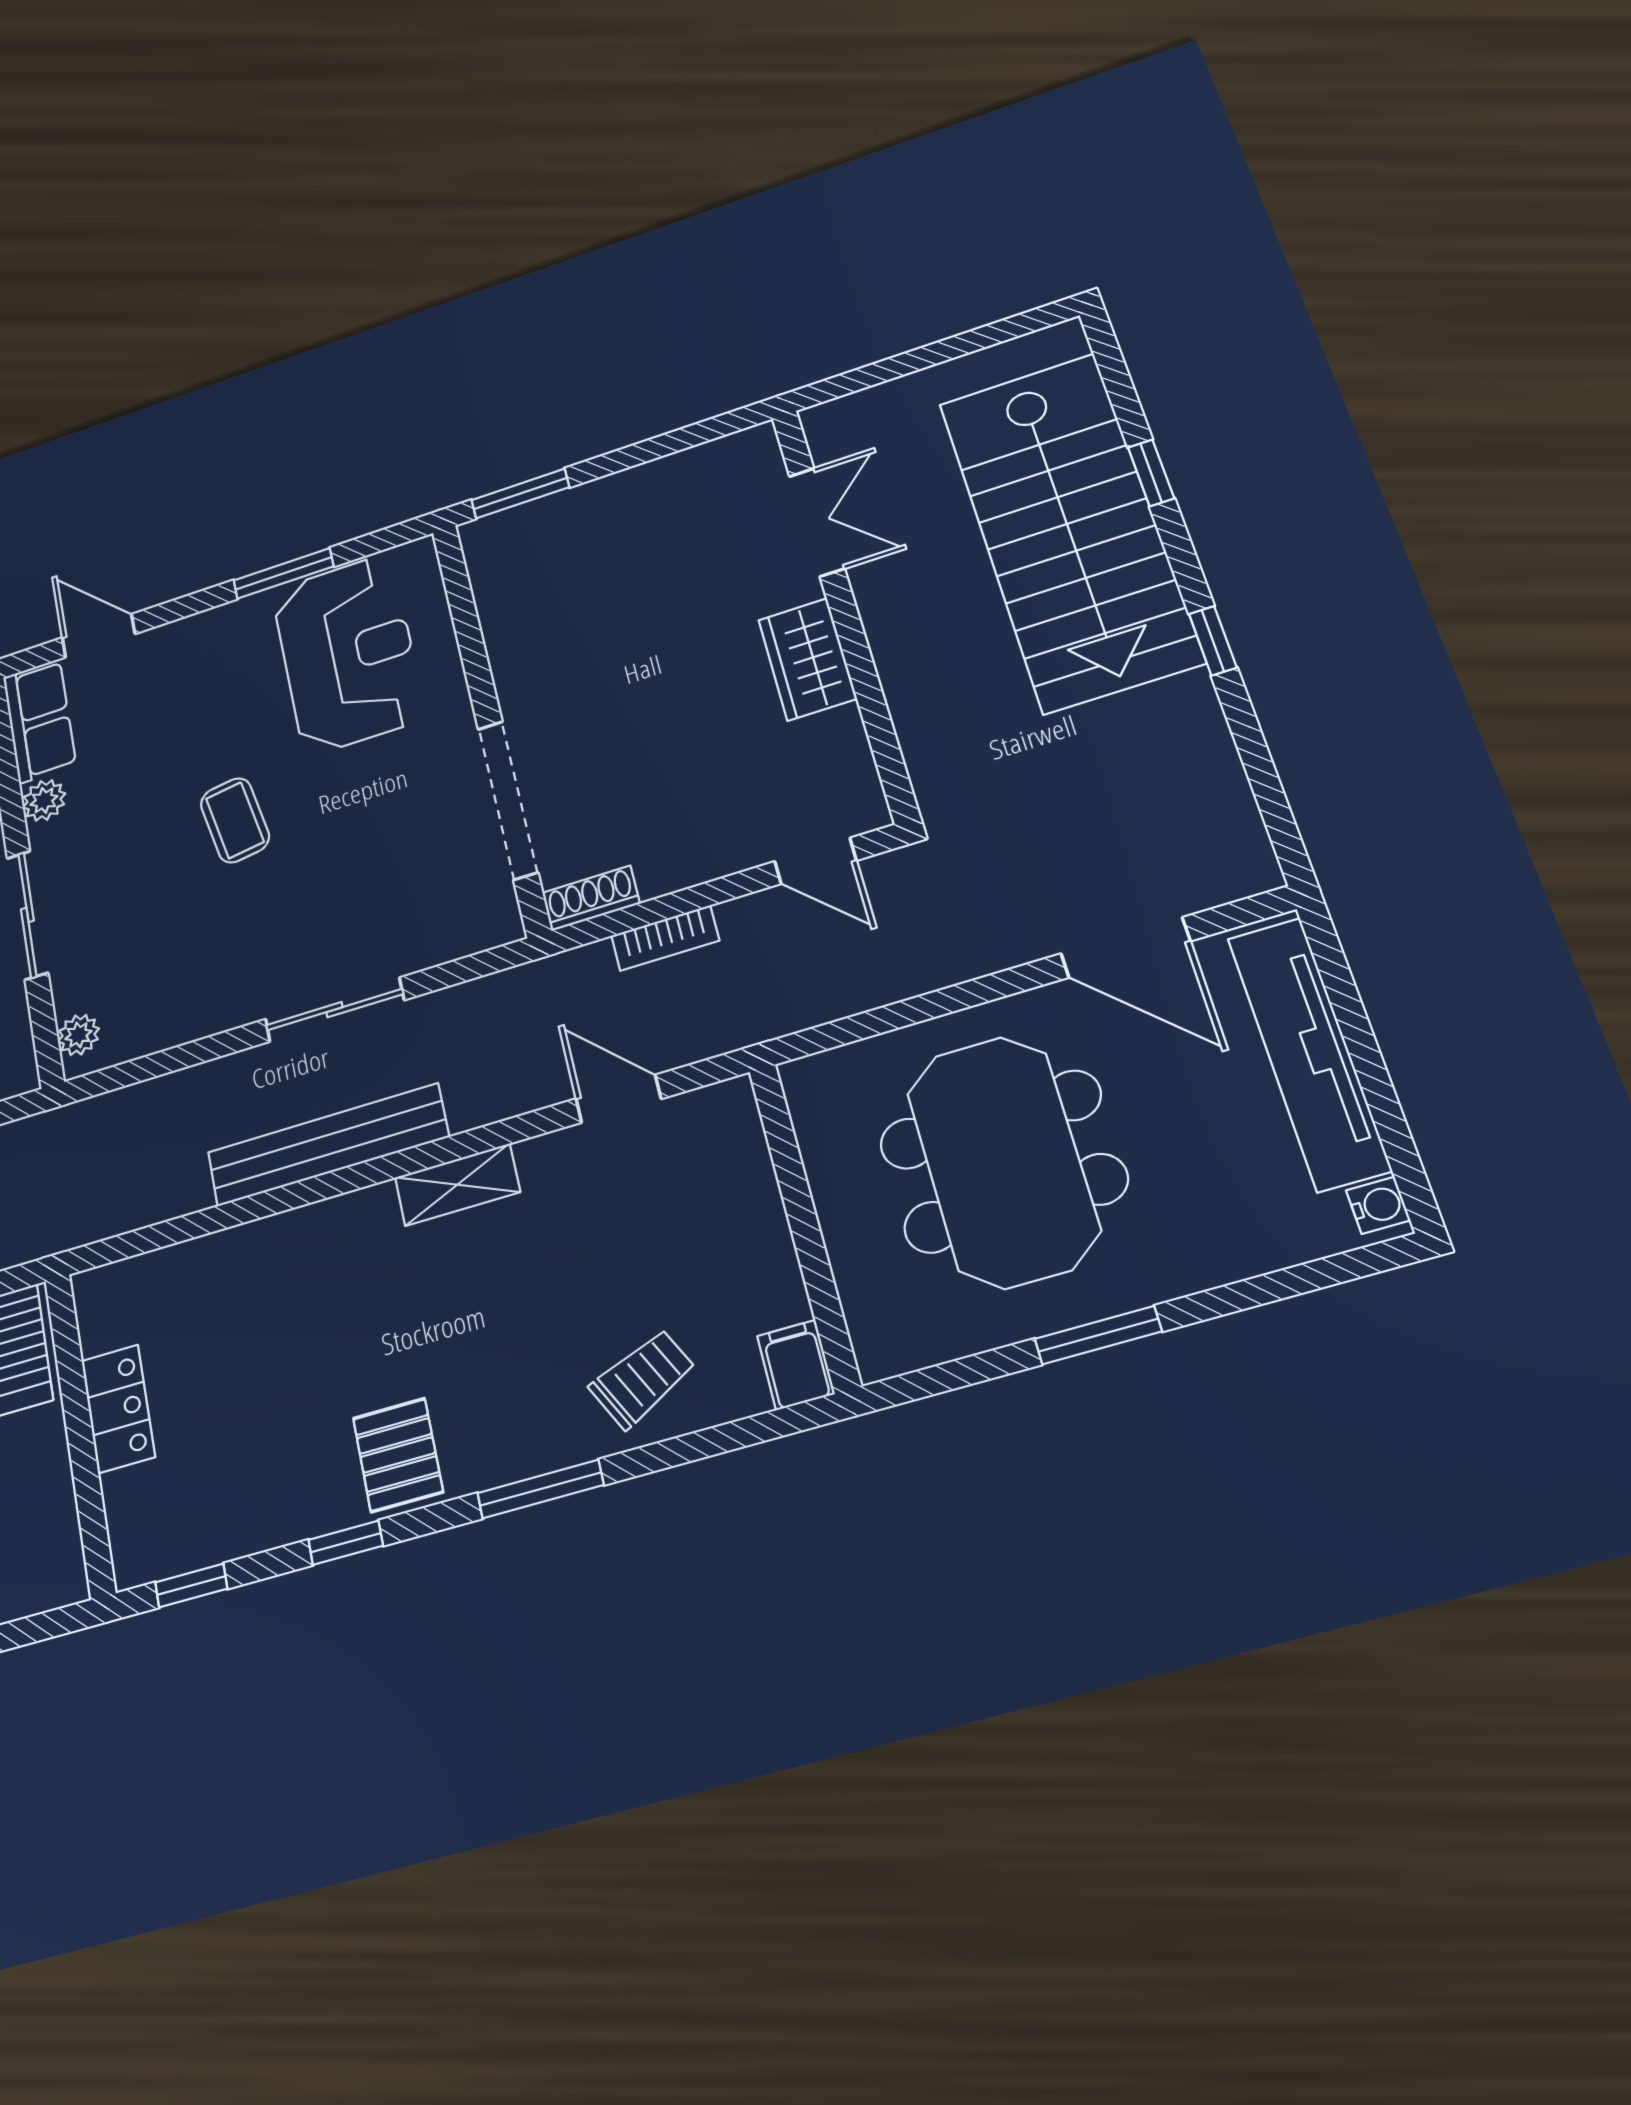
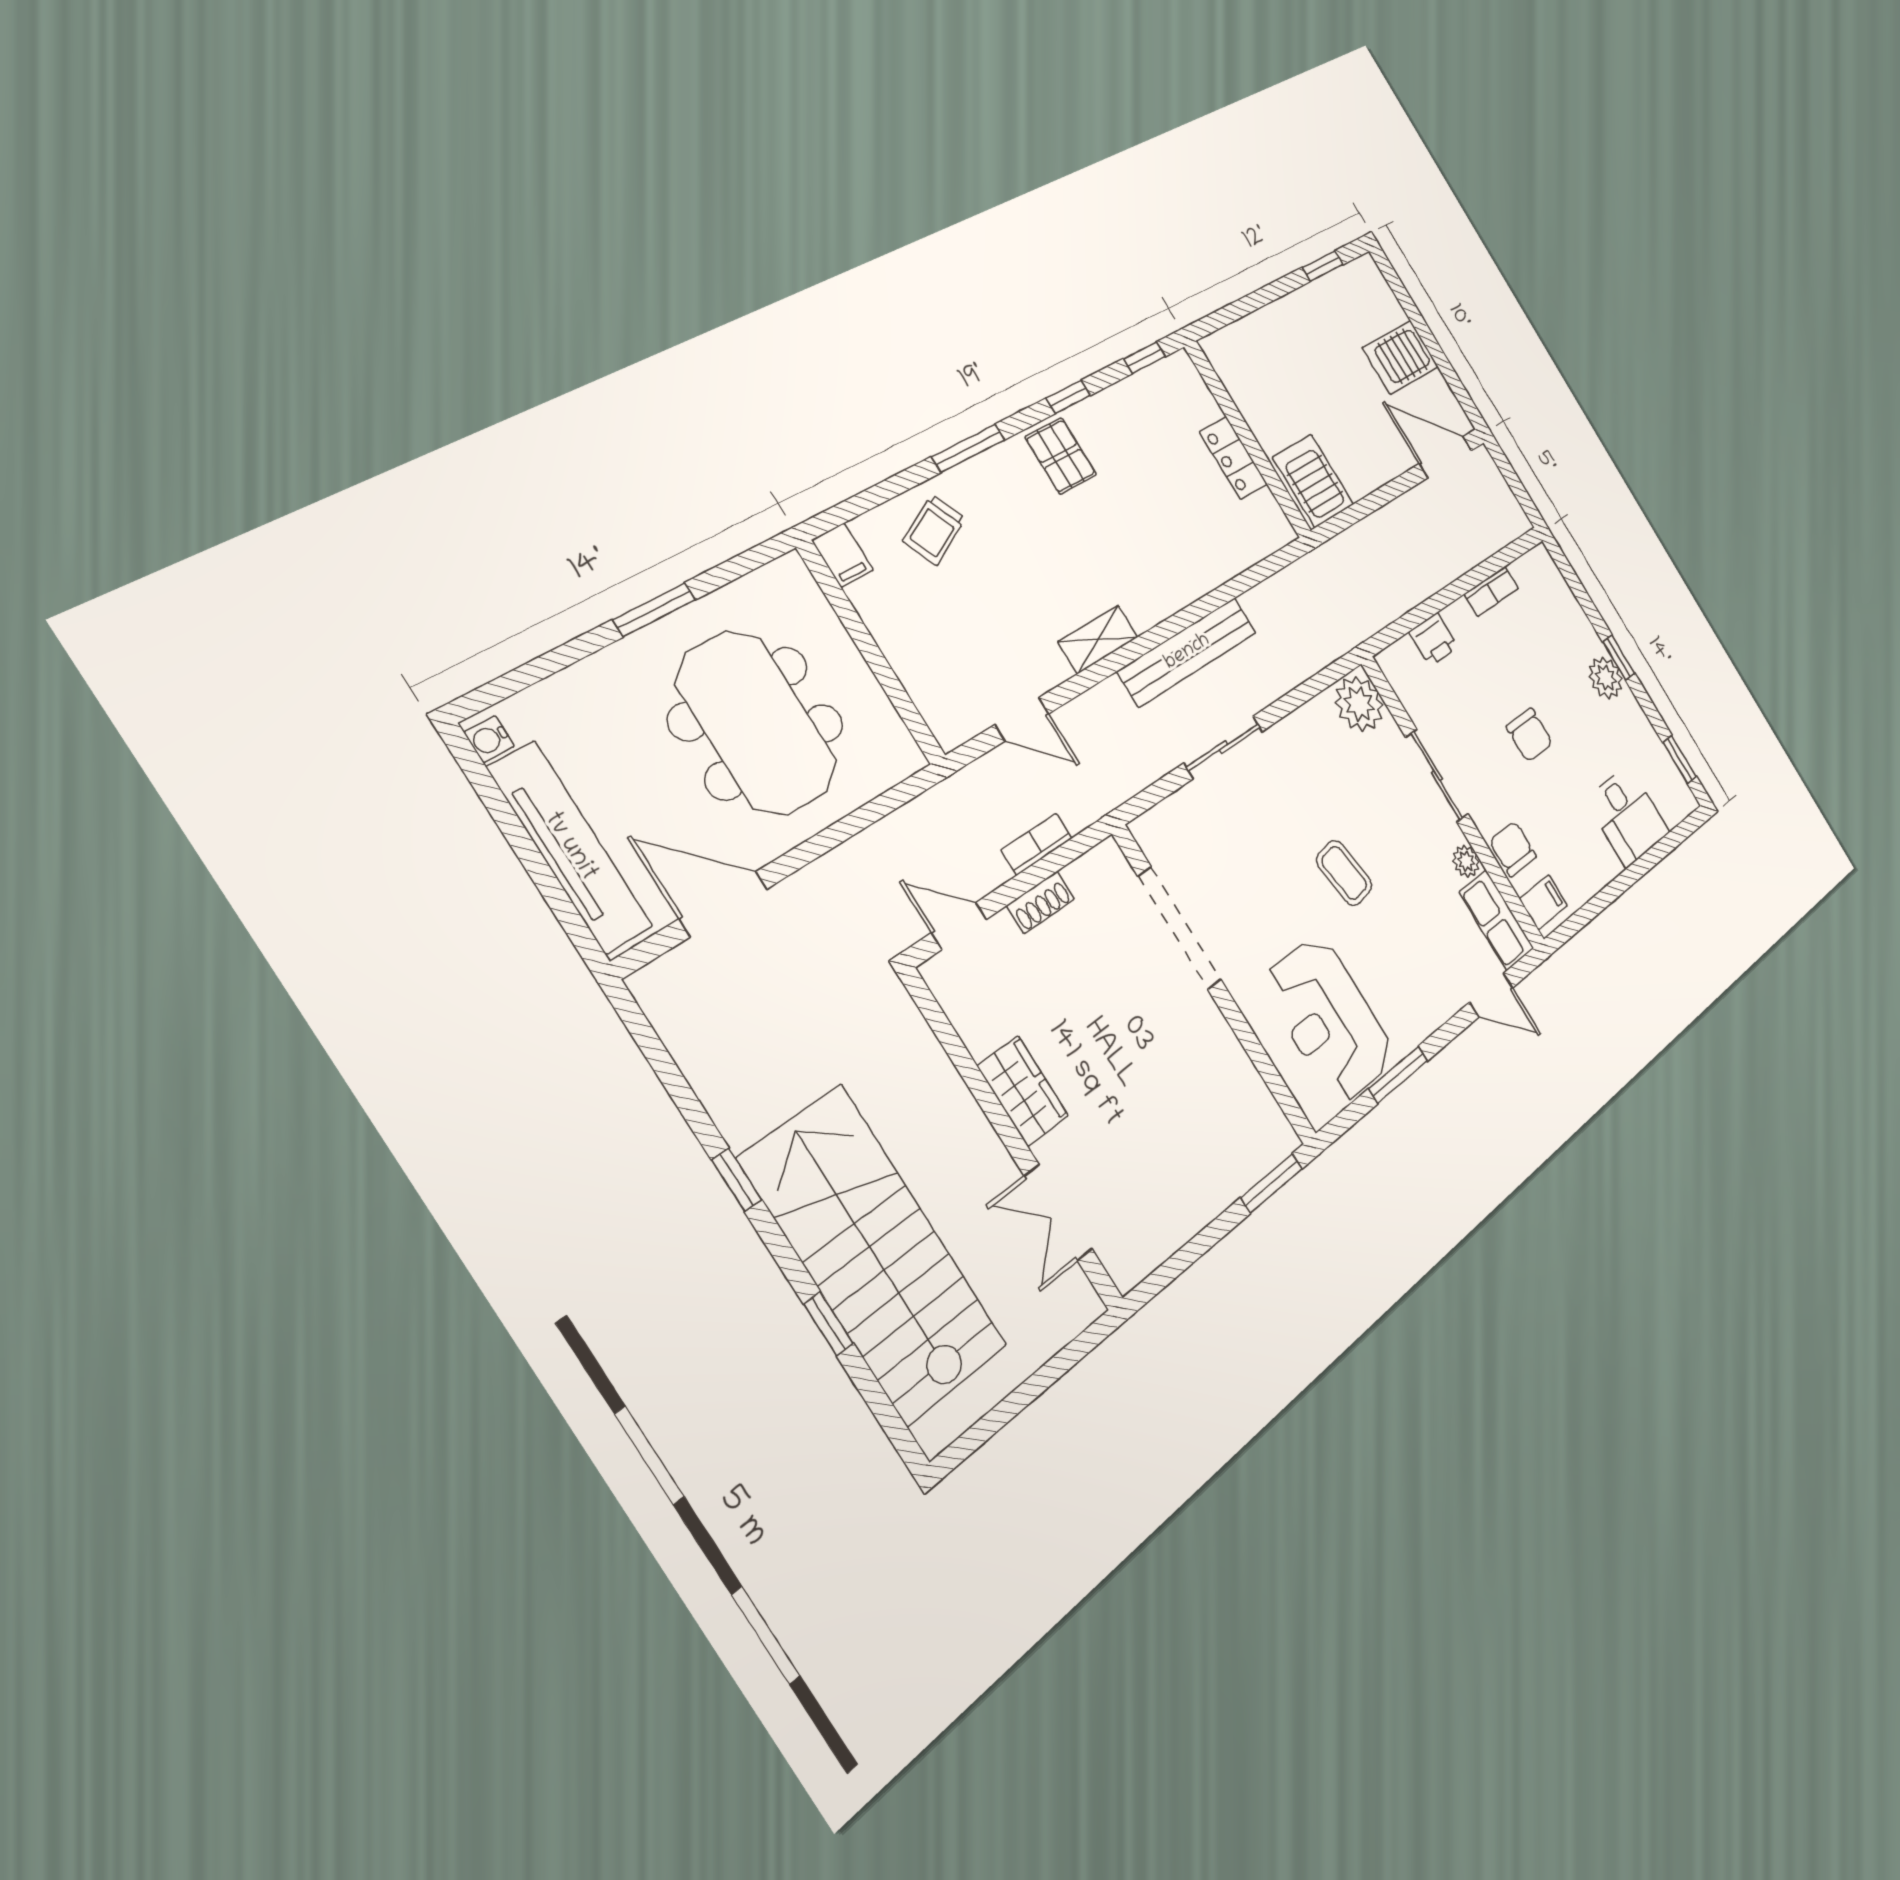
shoe rack: (591, 898) -> (1041, 902), moved
plant: (78, 1035) -> (1359, 704), width x1.88, depth x1.88

